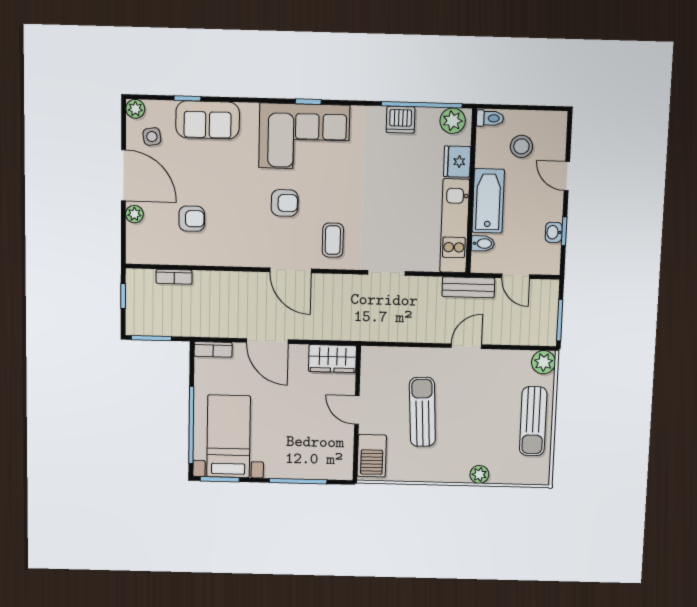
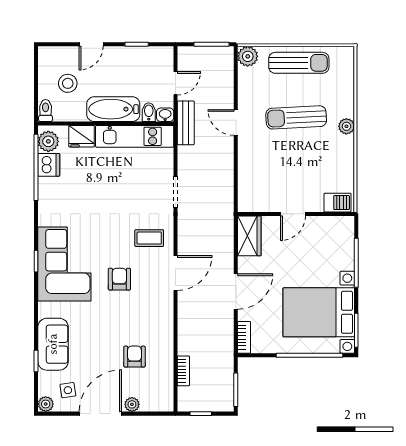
dishwasher: (401, 120) -> (49, 165), moved
washbasin: (554, 232) -> (165, 115), moved, turned 180
sun lounger: (422, 412) -> (296, 117), moved
bed with nightstands: (229, 436) -> (319, 312), width x1.36
barbecue: (372, 456) -> (338, 203), width x0.73, depth x0.79
plant: (479, 474) -> (346, 126), moved

